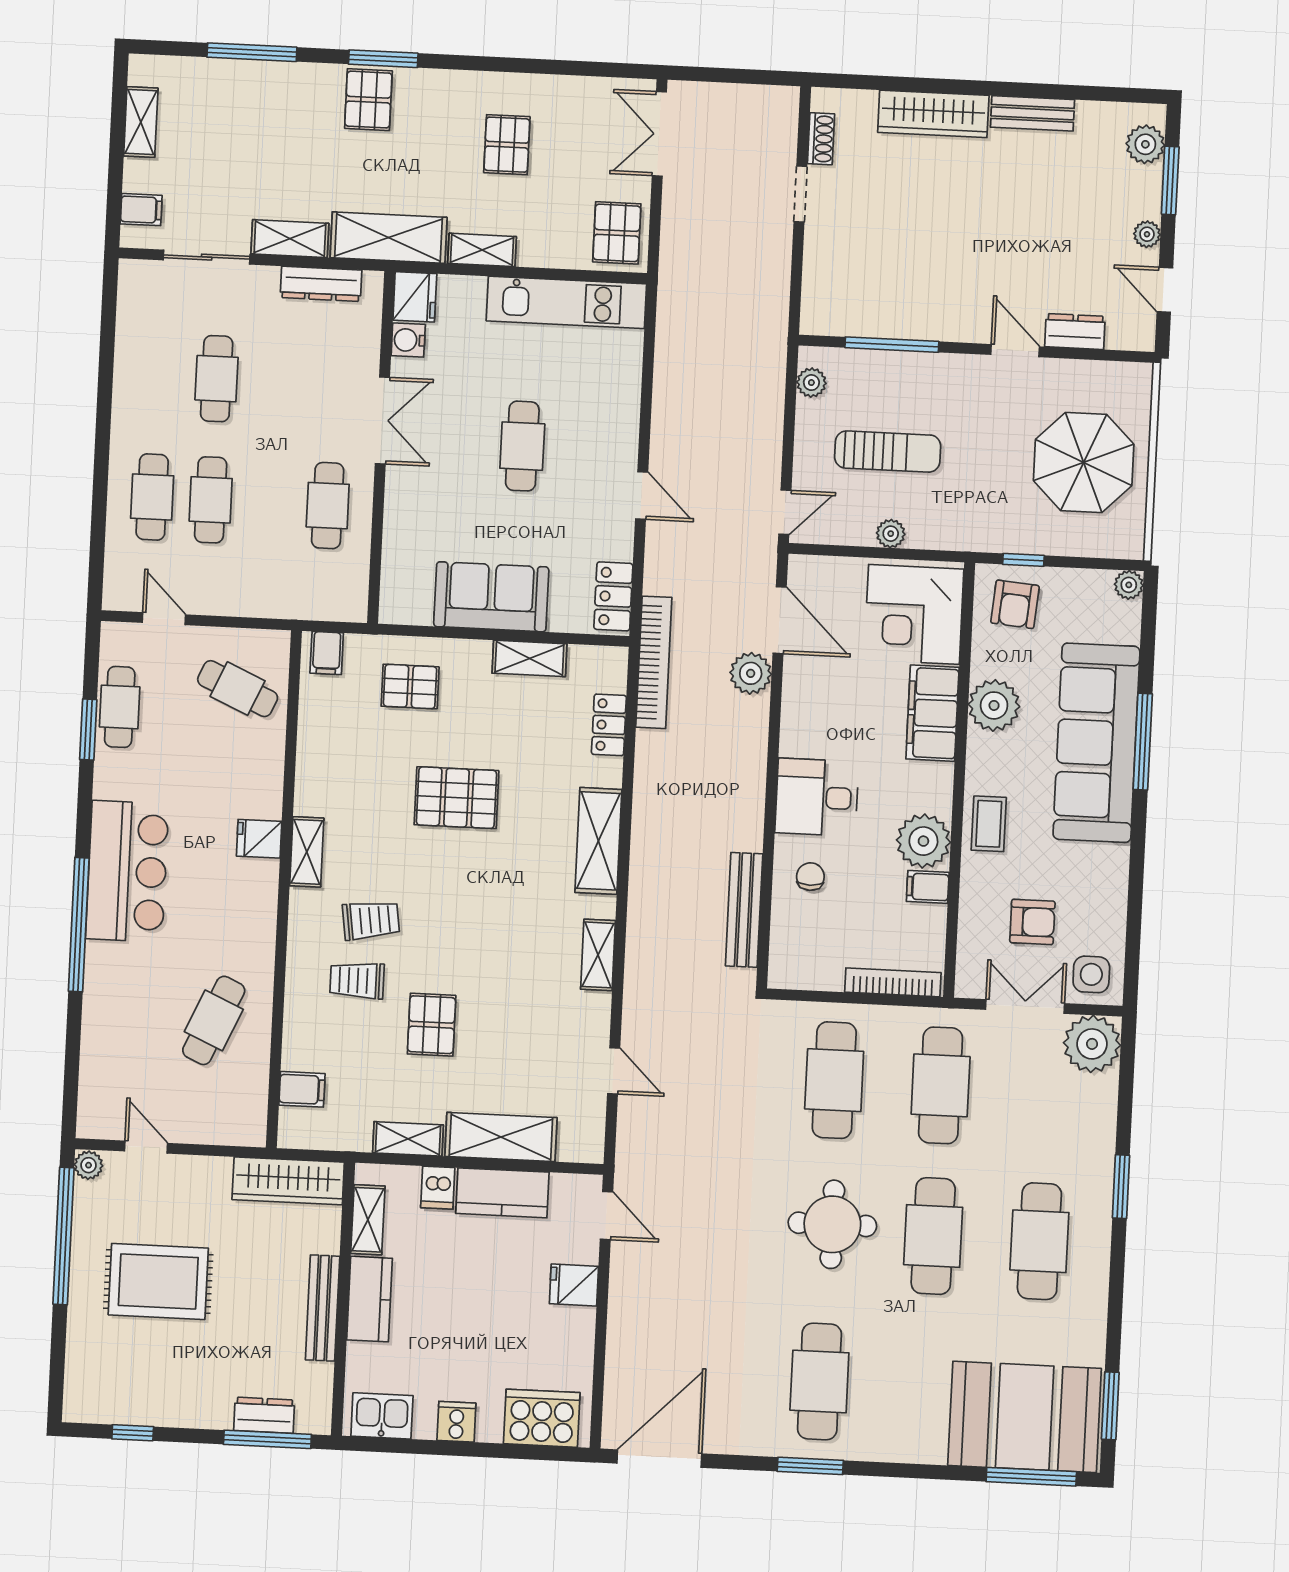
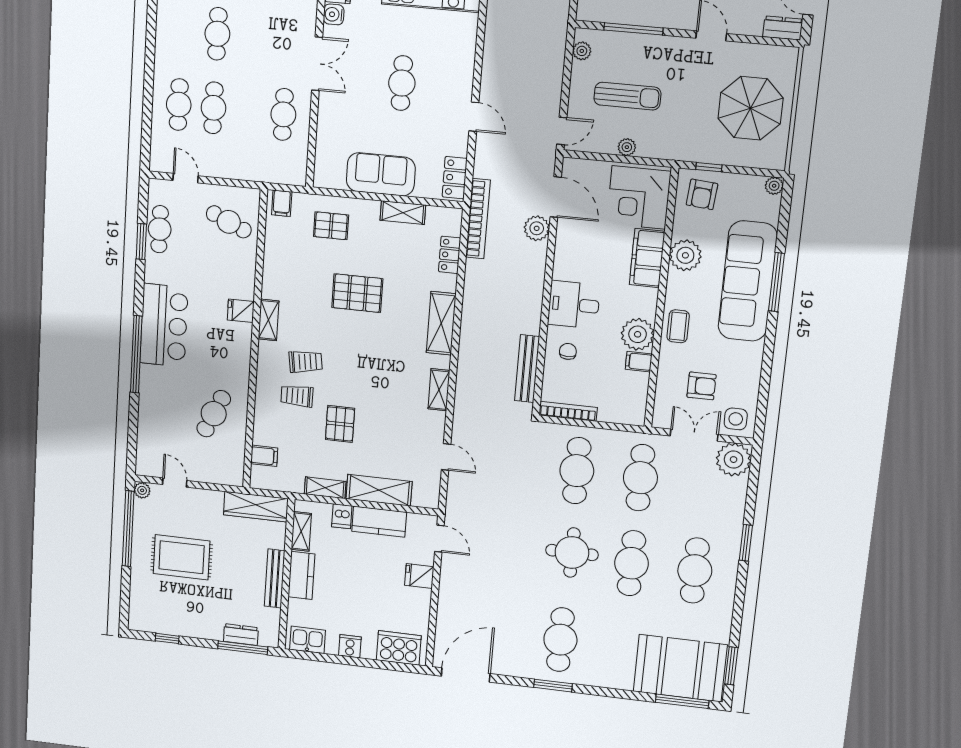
dresser: (1075, 331) -> (783, 28), moved
bookcase: (893, 982) -> (568, 411), moved

